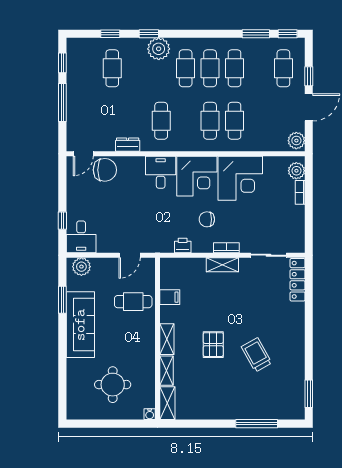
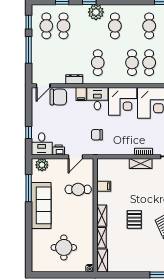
cafe table: (210, 68) -> (46, 26), moved
filing cabinet: (137, 166) -> (81, 94), added
chair: (207, 219) -> (97, 135), moved
printer: (183, 245) -> (59, 150), moved
window: (62, 300) -> (29, 188), width x1.44

